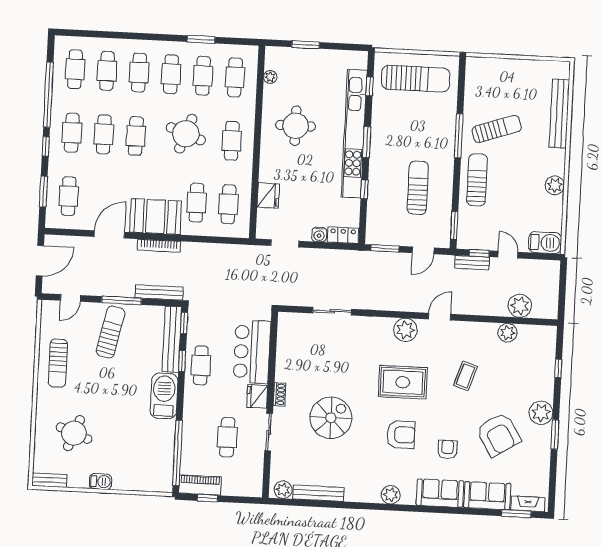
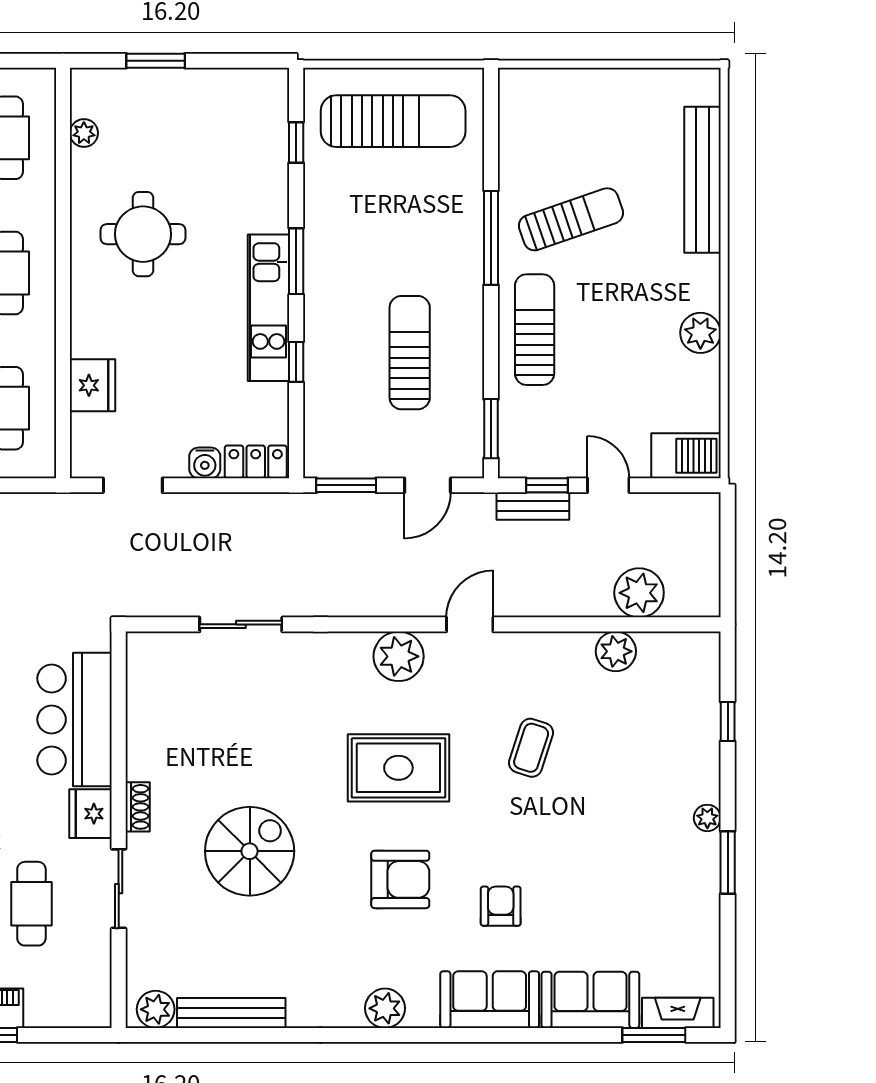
kitchen unit: (354, 134) -> (268, 308), width x0.54
plant: (541, 413) -> (707, 818), width x0.53, depth x0.53
armchair: (498, 435) -> (607, 869), removed

